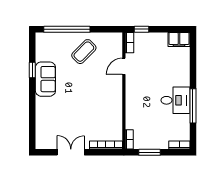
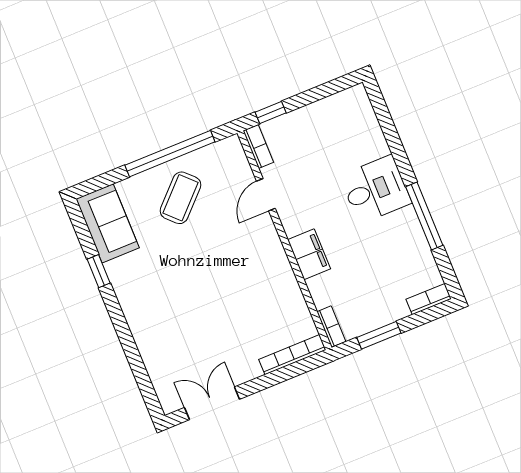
window: (67, 29) -> (170, 154), moved
filing cabinet: (179, 40) -> (309, 254), moved, turned -90
sofa: (45, 79) -> (108, 223), moved
desk: (175, 100) -> (375, 189), moved
double door: (71, 152) -> (212, 403), moved

